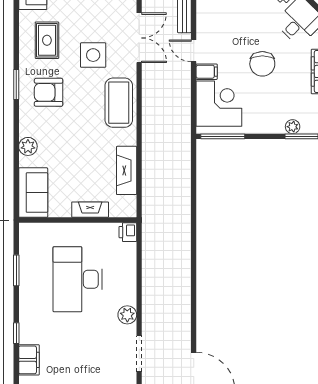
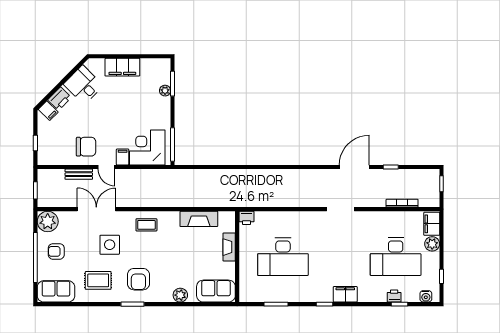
door: (194, 51) -> (106, 167), hinge flipped
chair: (262, 64) -> (86, 147), moved
coffee table: (119, 103) -> (146, 225), width x0.54, depth x0.58
plant: (127, 315) -> (310, 218), removed

